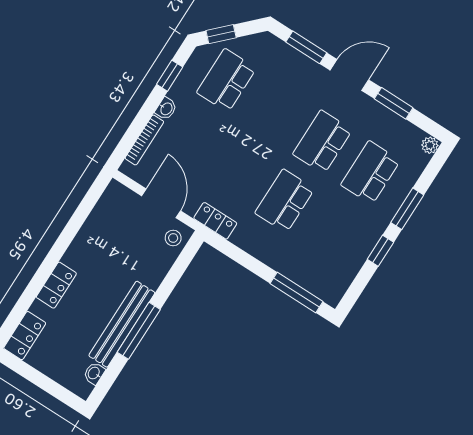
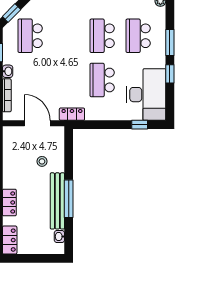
stool: (173, 238) -> (42, 161), moved
desk: (331, 258) -> (146, 95), added
window: (297, 293) -> (140, 125), width x0.46

